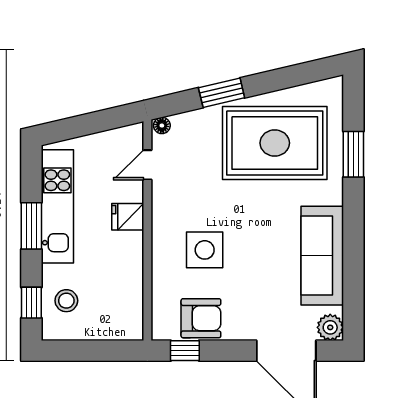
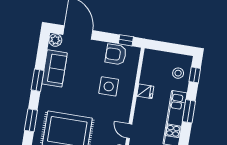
door: (147, 165) -> (129, 131), swing flipped
fridge: (128, 217) -> (145, 91), moved
window: (353, 239) -> (38, 80), added
sofa: (322, 256) -> (55, 68), width x0.73

